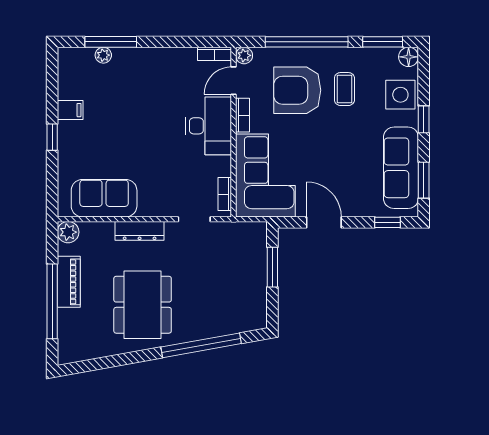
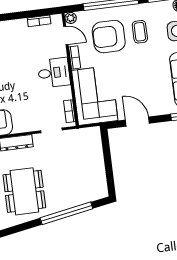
bookcase: (215, 54) -> (39, 21), moved
door: (234, 81) -> (66, 35), swing flipped
desk: (209, 126) -> (54, 73), width x0.73
window: (272, 267) -> (107, 156), removed

